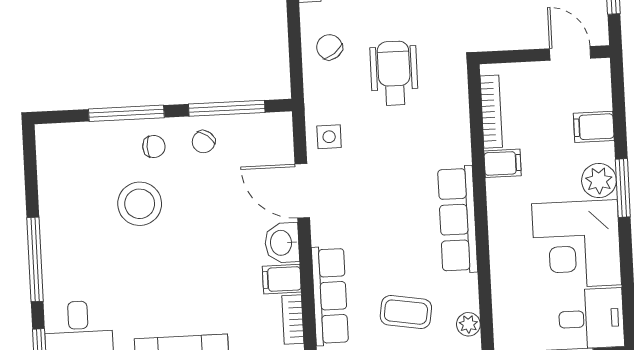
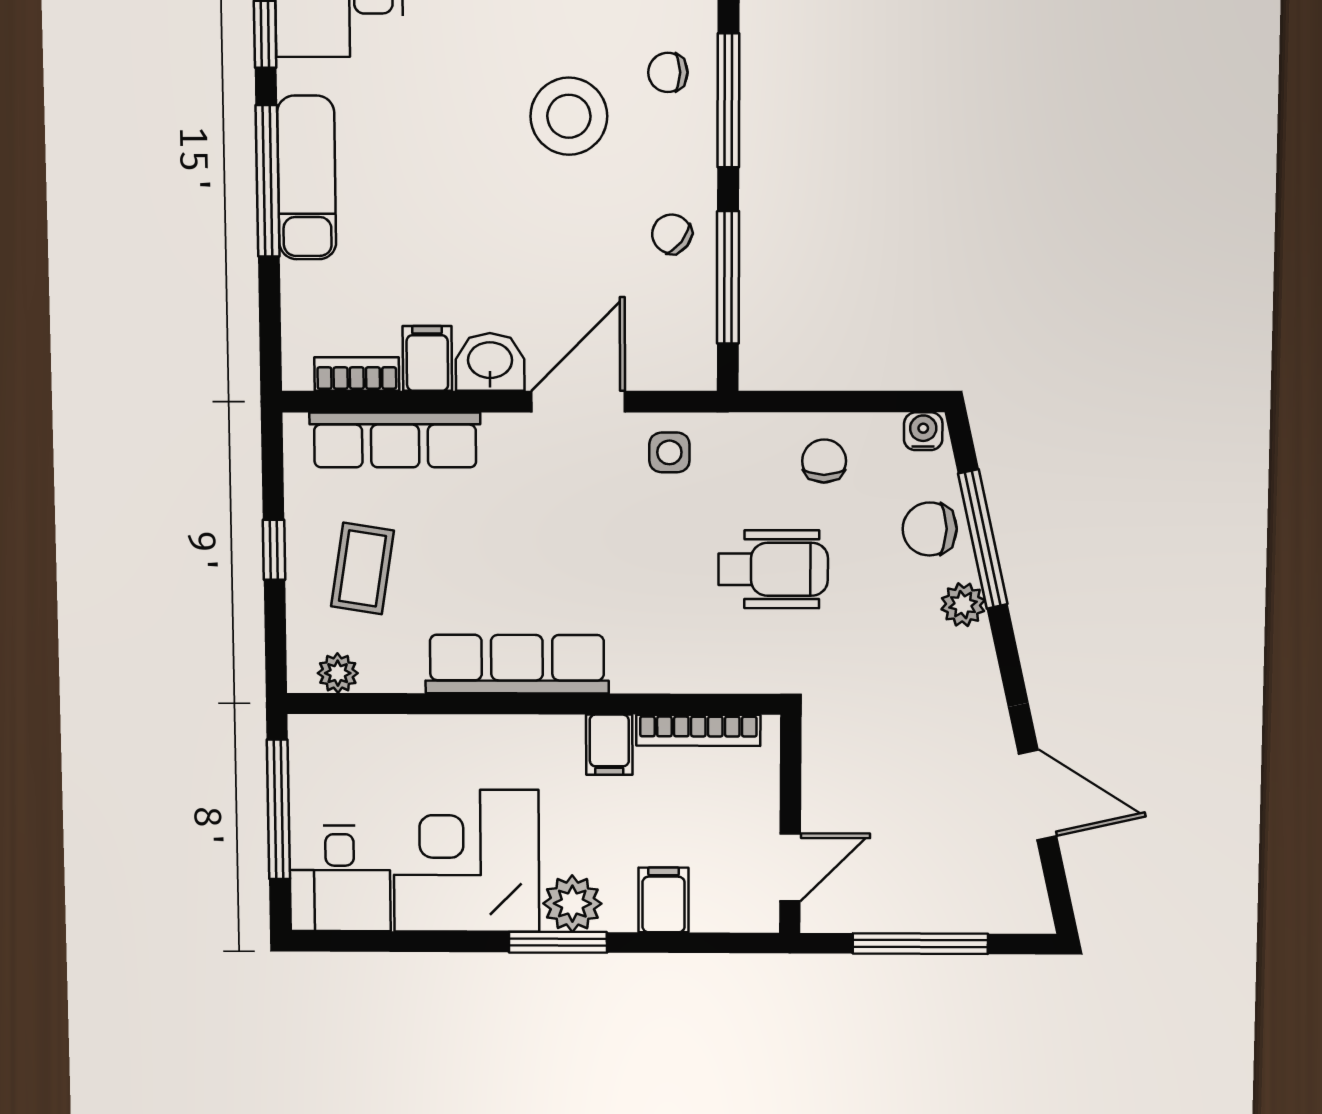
chair: (329, 47) -> (824, 461), turned -54
chair: (154, 147) -> (668, 72), moved, turned 90

